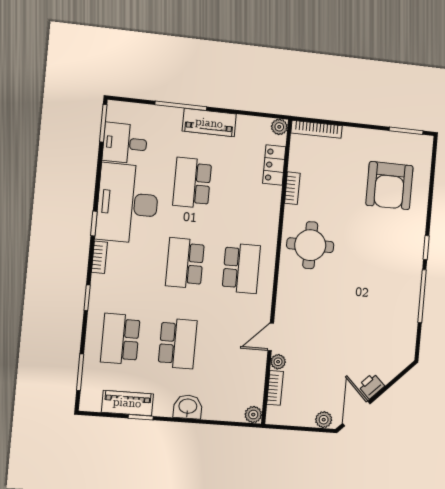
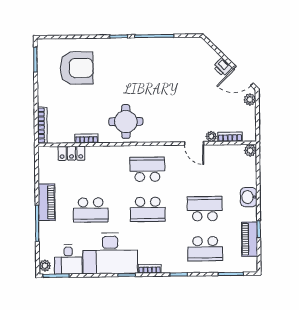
plant: (279, 127) -> (45, 266), moved

